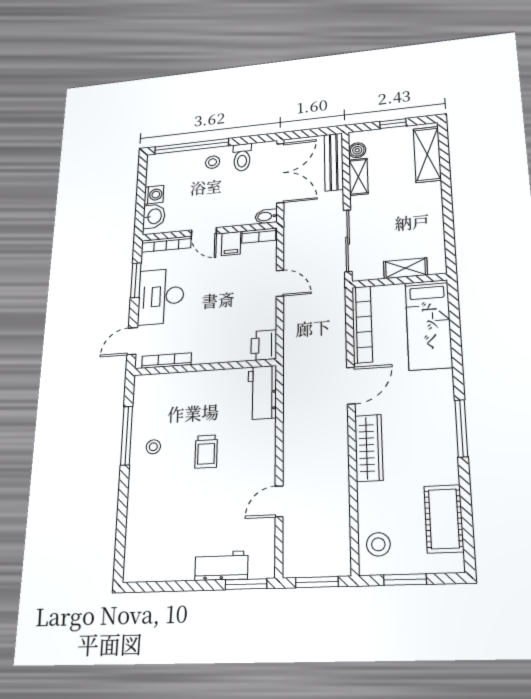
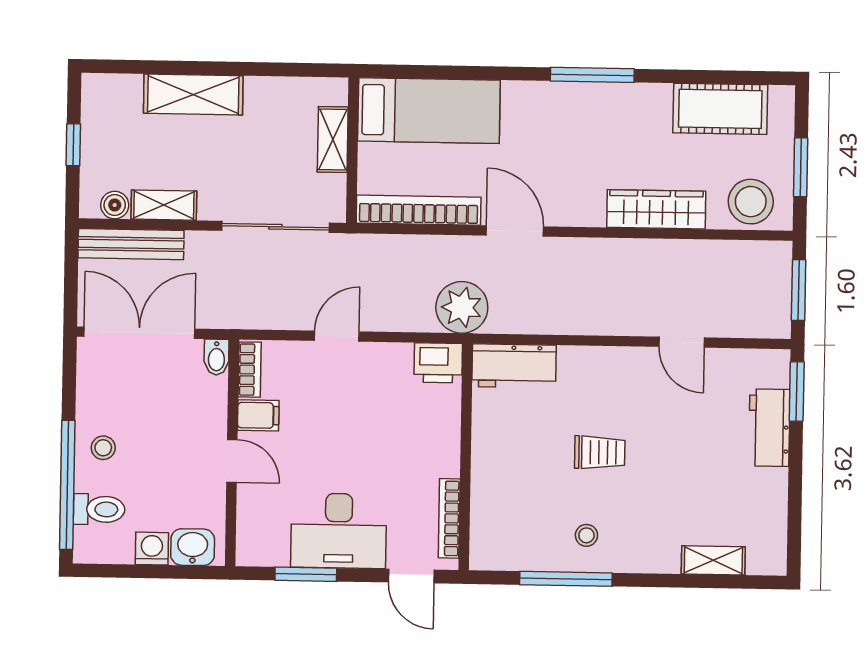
shelving: (427, 154) -> (193, 94), moved
toilet: (242, 157) -> (99, 509), moved
door: (204, 232) -> (232, 461), hinge flipped
bookcase: (166, 244) -> (247, 525), removed
plant: (300, 357) -> (462, 307), added
wardrobe: (369, 448) -> (656, 209), moved
shelving: (134, 532) -> (713, 560), added
stool: (378, 544) -> (751, 202), width x1.38, depth x1.38

